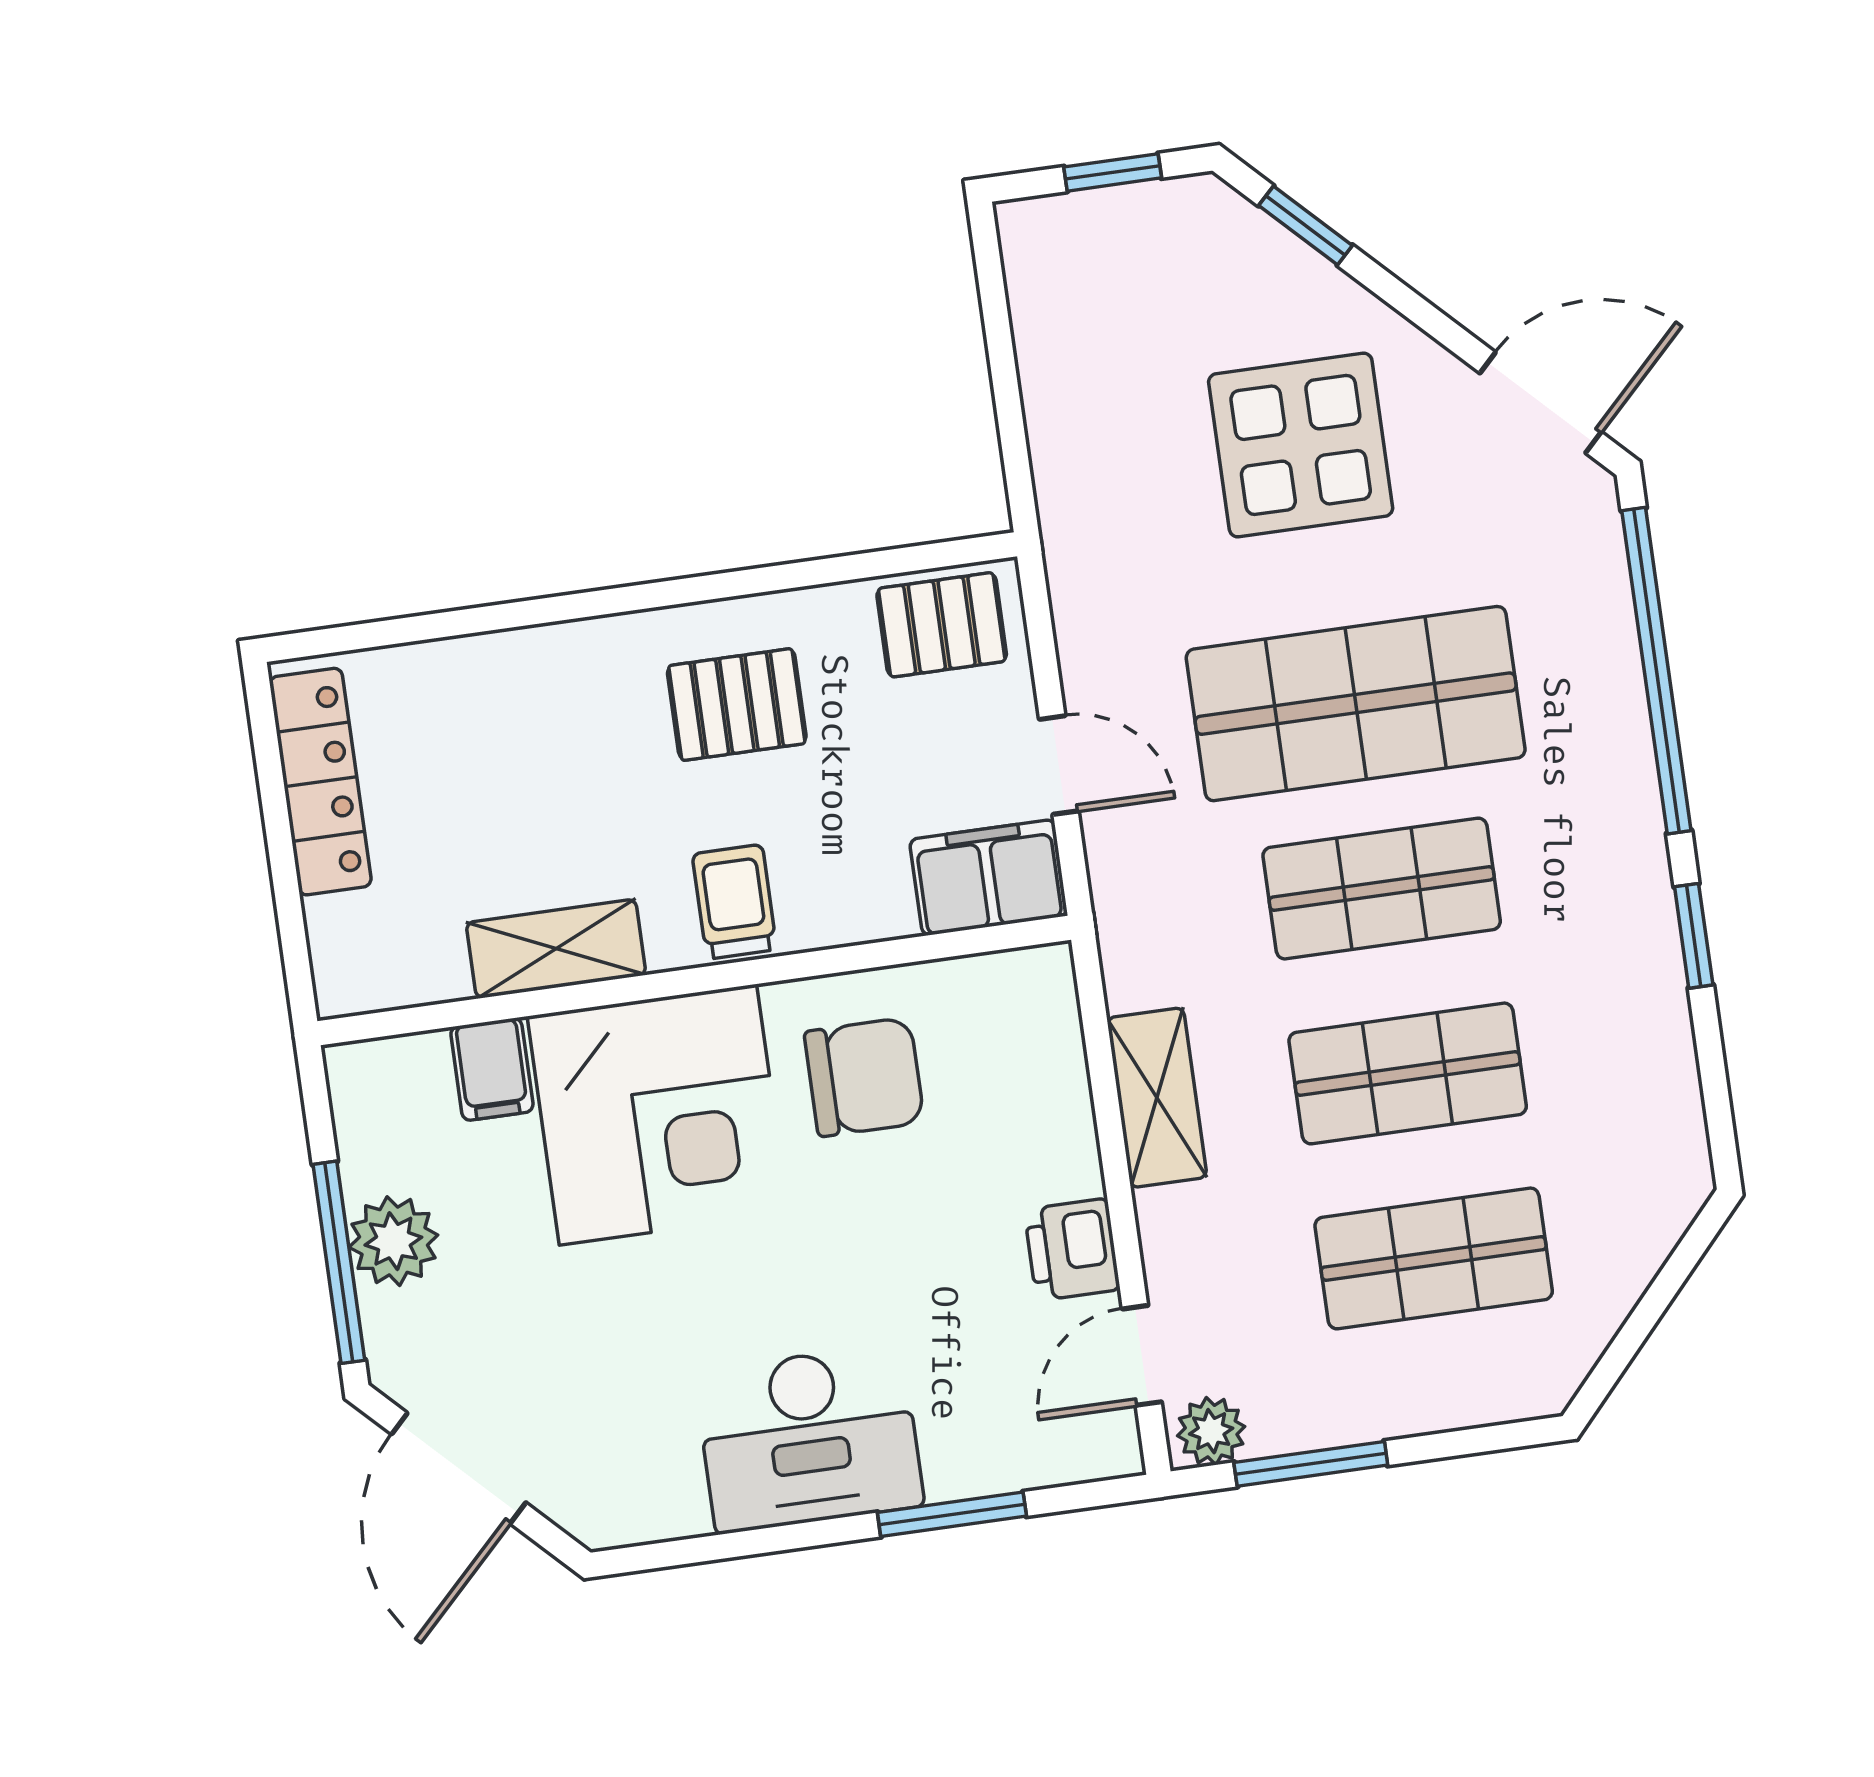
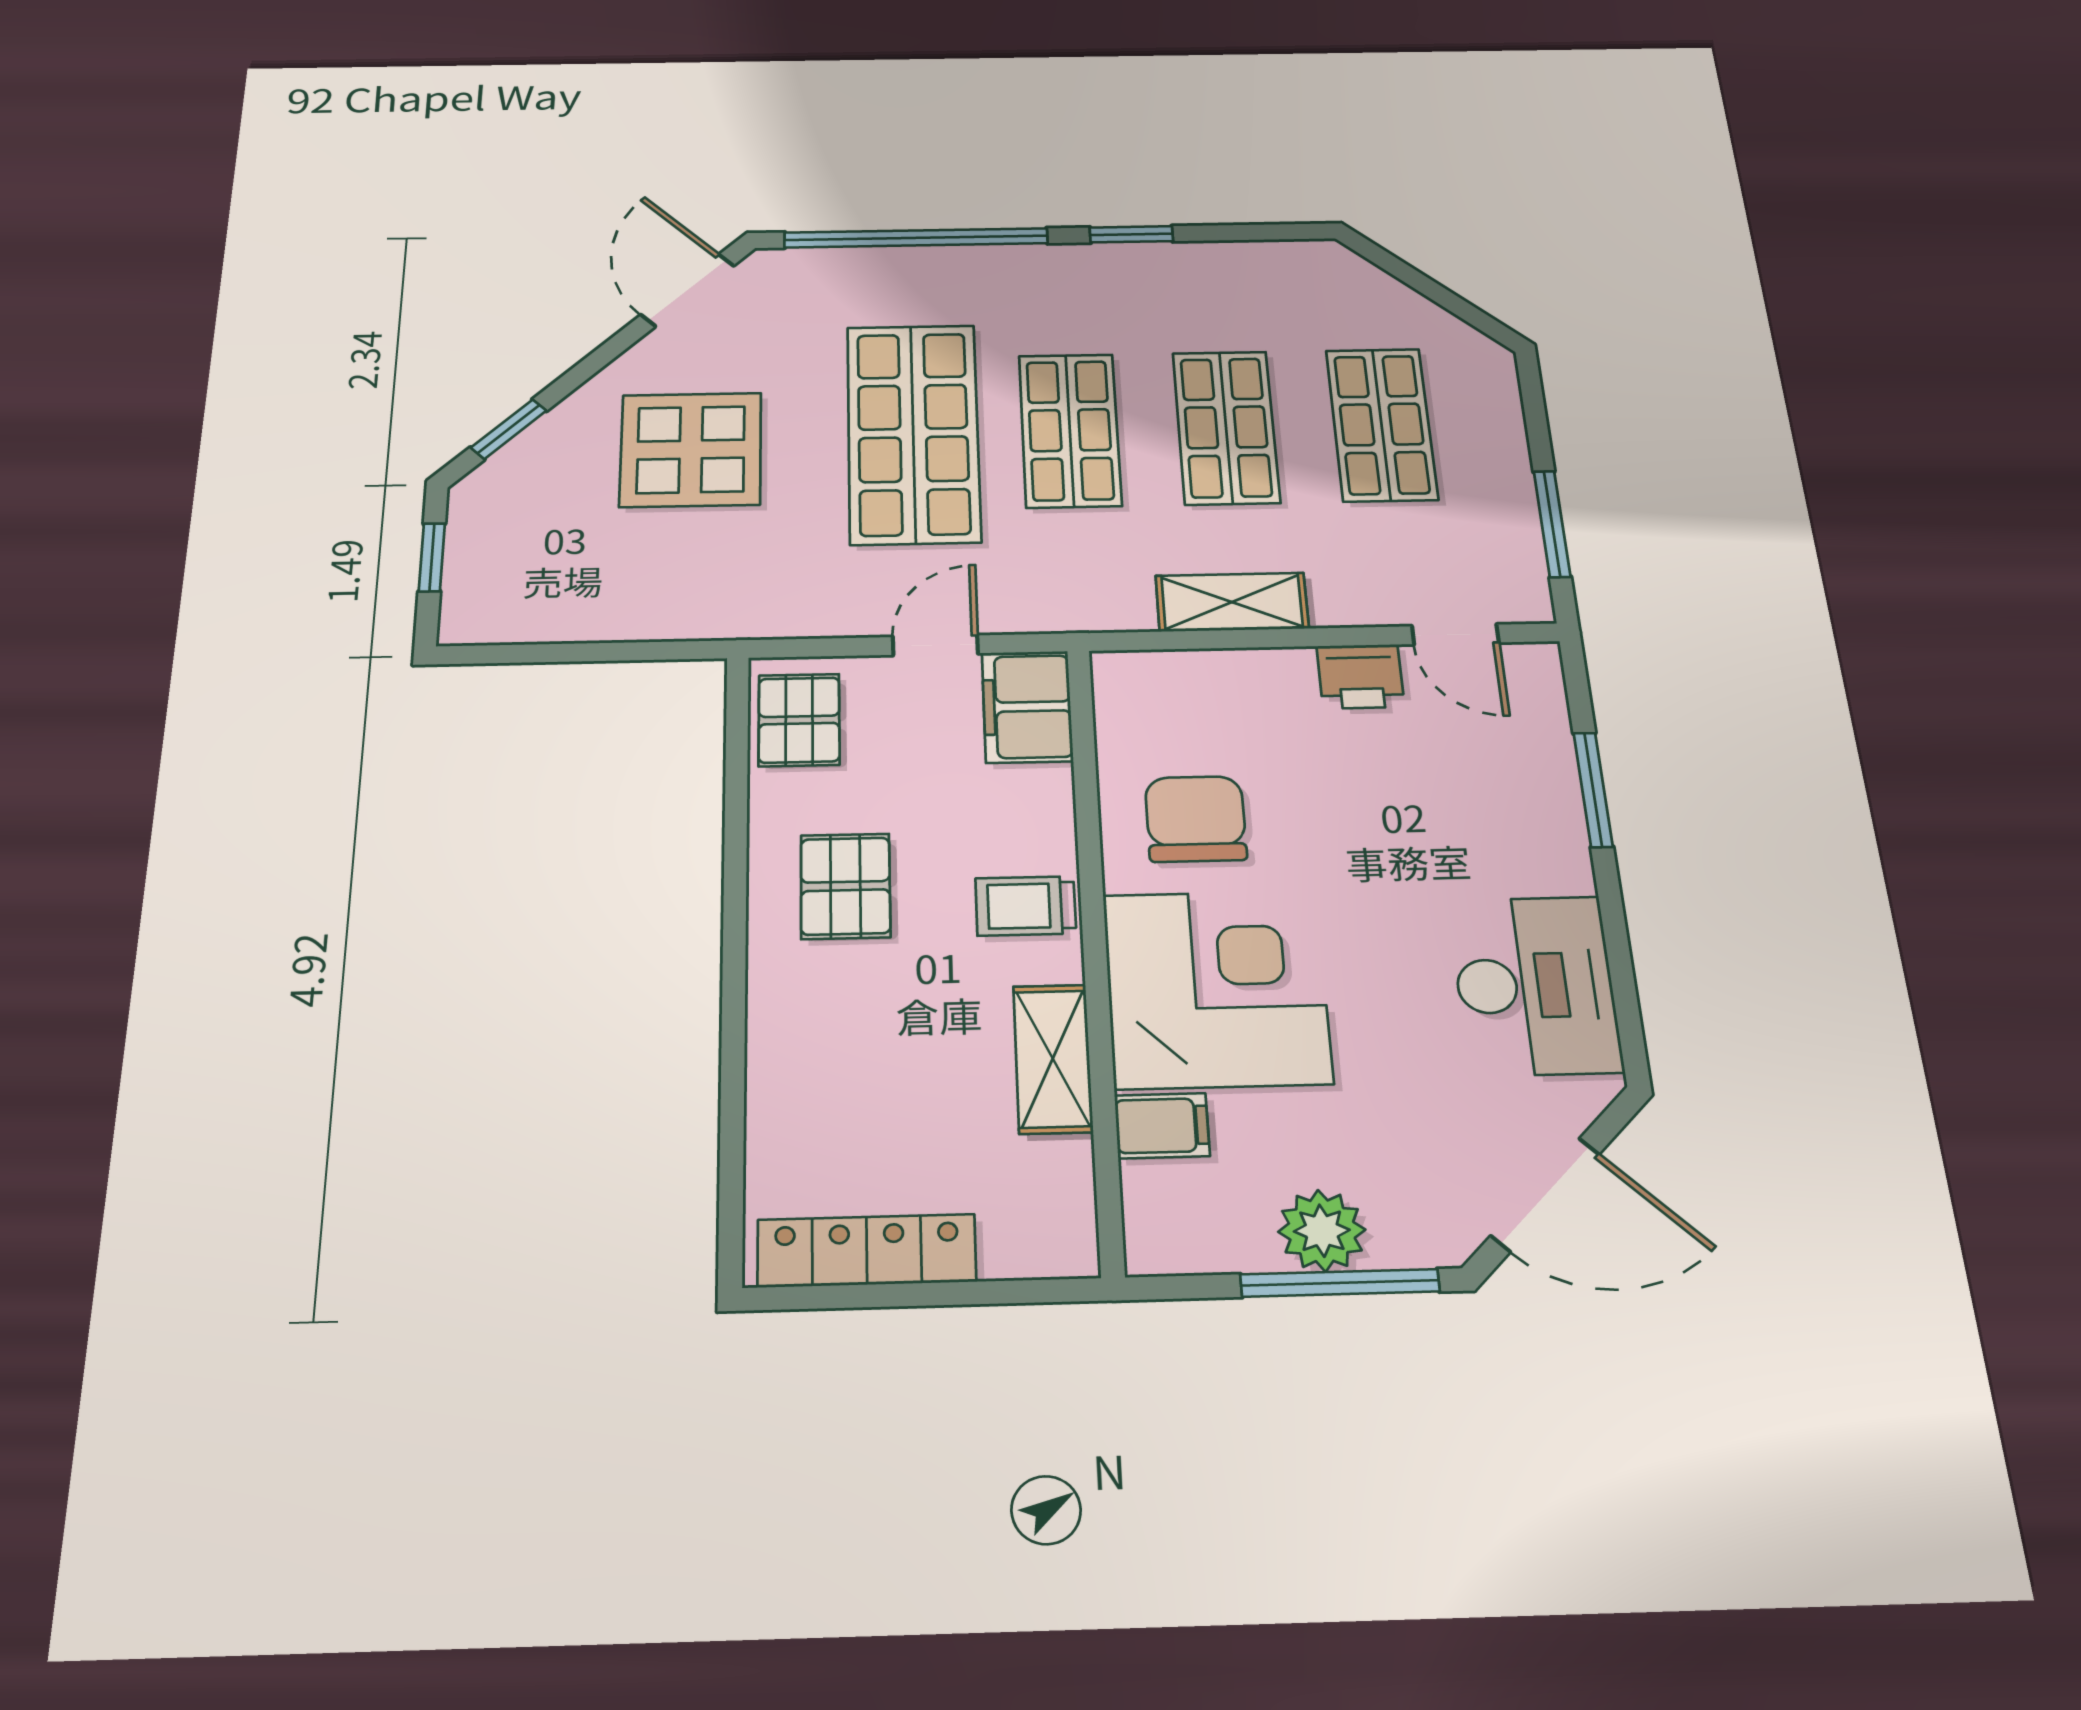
plant: (1211, 1431) -> (1523, 591), removed
desk: (809, 1438) -> (1535, 985), moved

